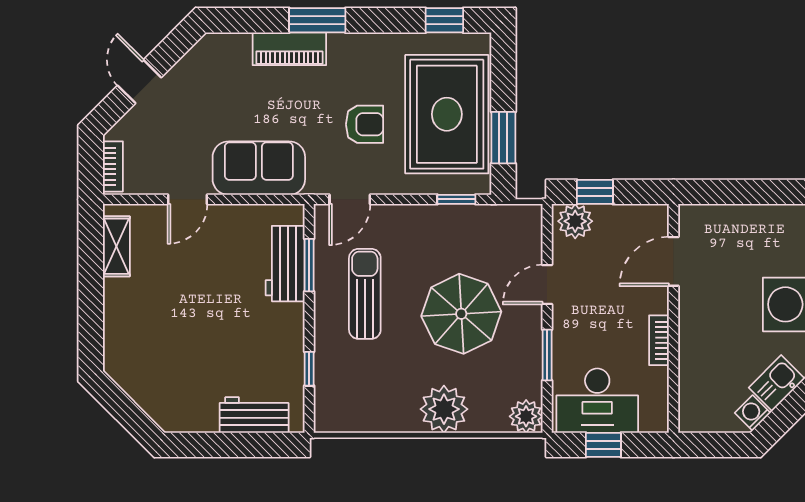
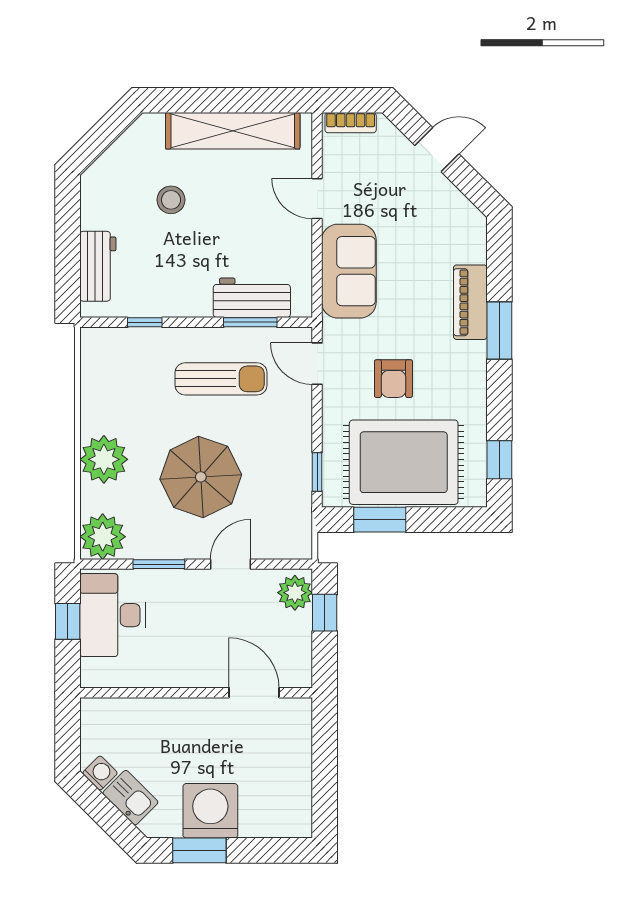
shelving: (116, 246) -> (233, 131), width x2.20, depth x1.33
door: (547, 285) -> (231, 564), hinge flipped
bookcase: (659, 340) -> (174, 678), removed
stool: (189, 343) -> (171, 200), added
plant: (526, 416) -> (103, 537), width x1.36, depth x1.36

